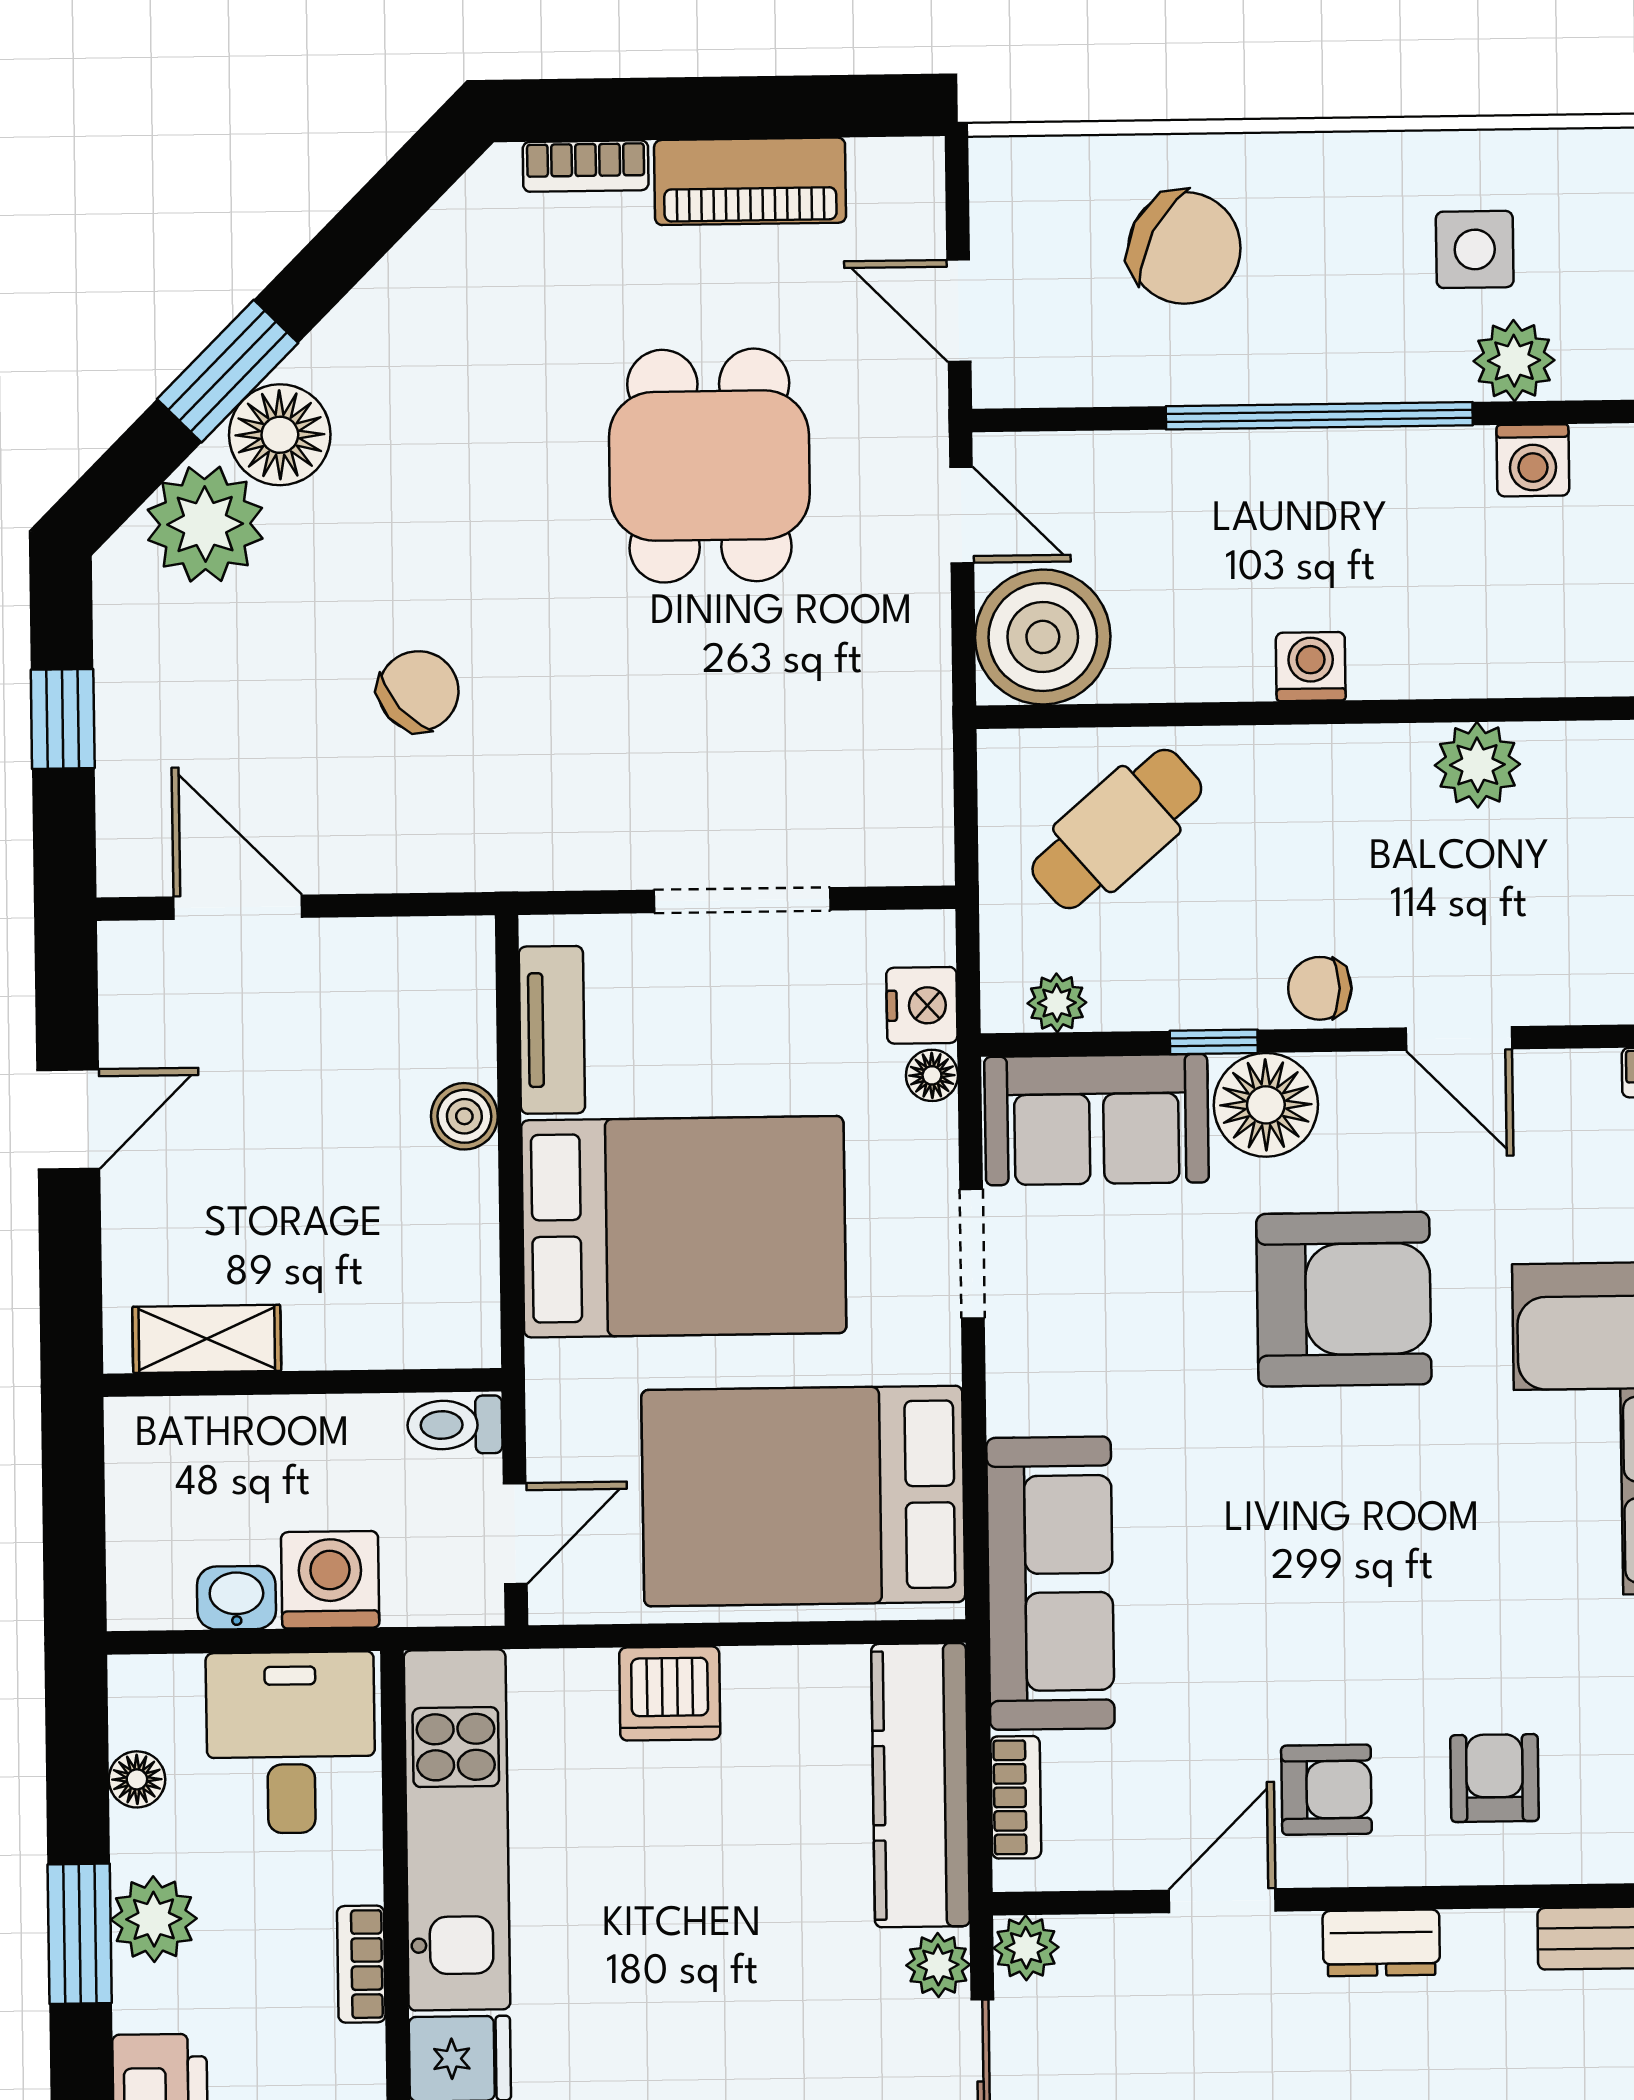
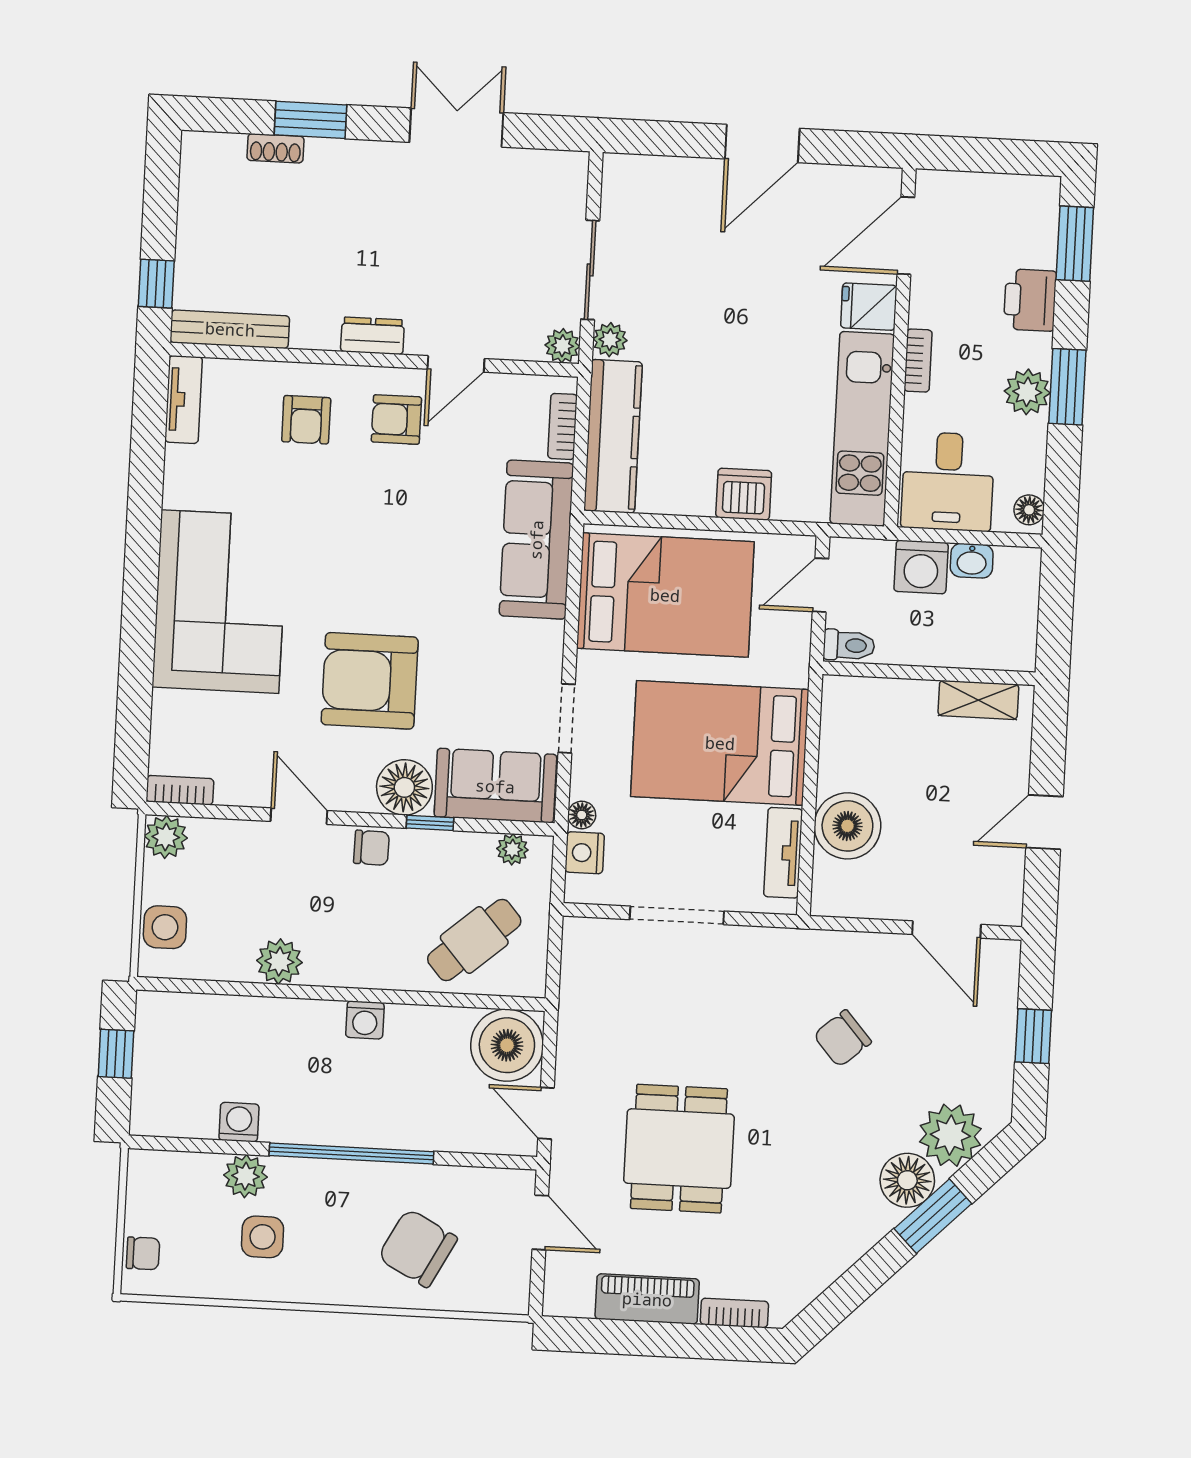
boiler: (464, 1116) -> (847, 826), width x1.86, depth x1.86
floor lamp: (137, 1779) -> (1029, 510), moved

